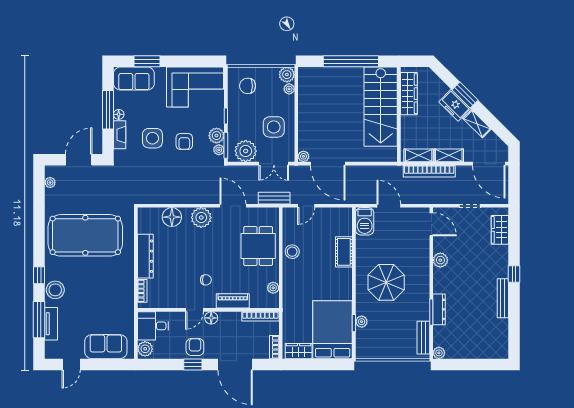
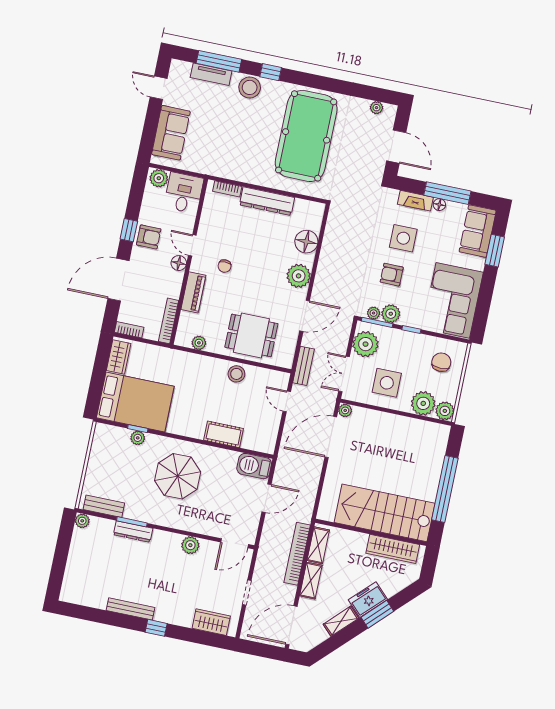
plant: (289, 89) -> (423, 403), width x1.87, depth x1.87

